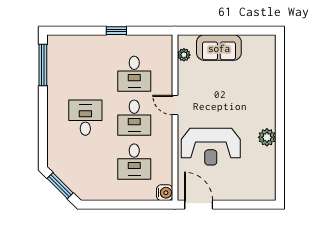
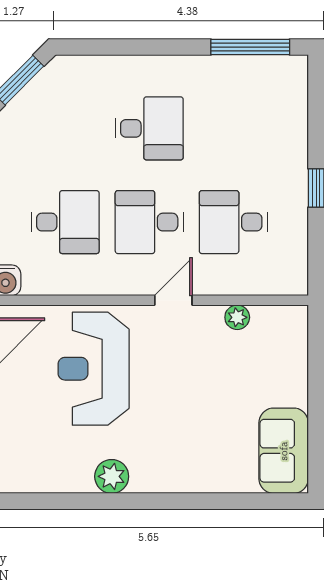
sofa: (219, 48) -> (284, 451), moved
plant: (184, 55) -> (237, 317), moved
desk: (134, 162) -> (65, 222), turned 180

